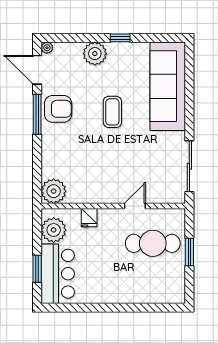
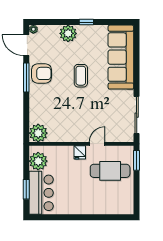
fridge: (89, 218) -> (80, 152), moved
window: (189, 252) -> (137, 160), moved

